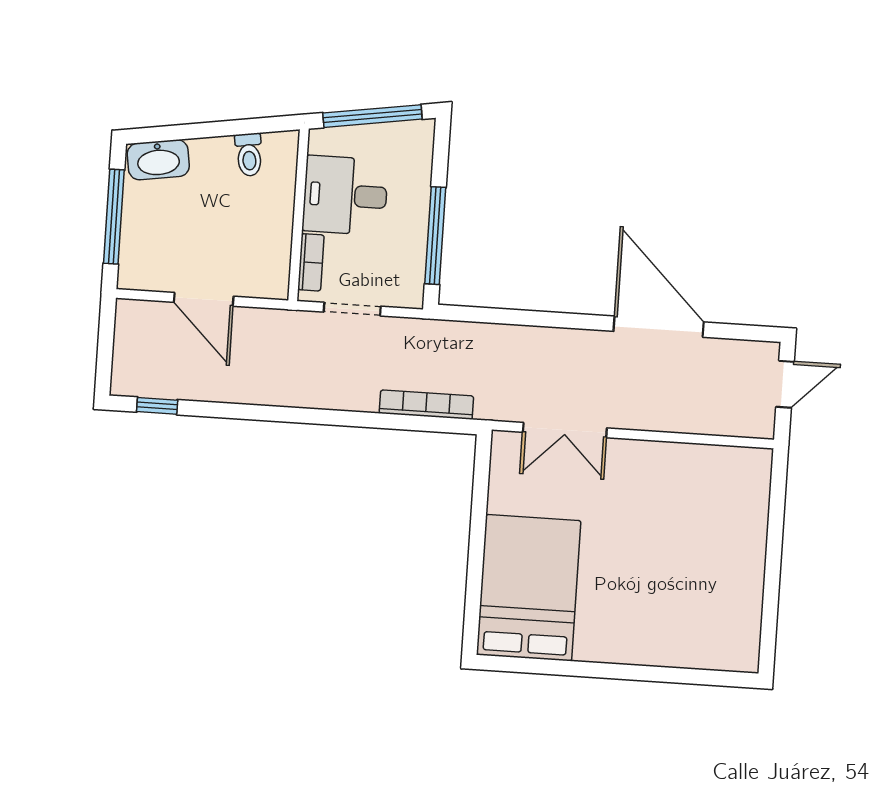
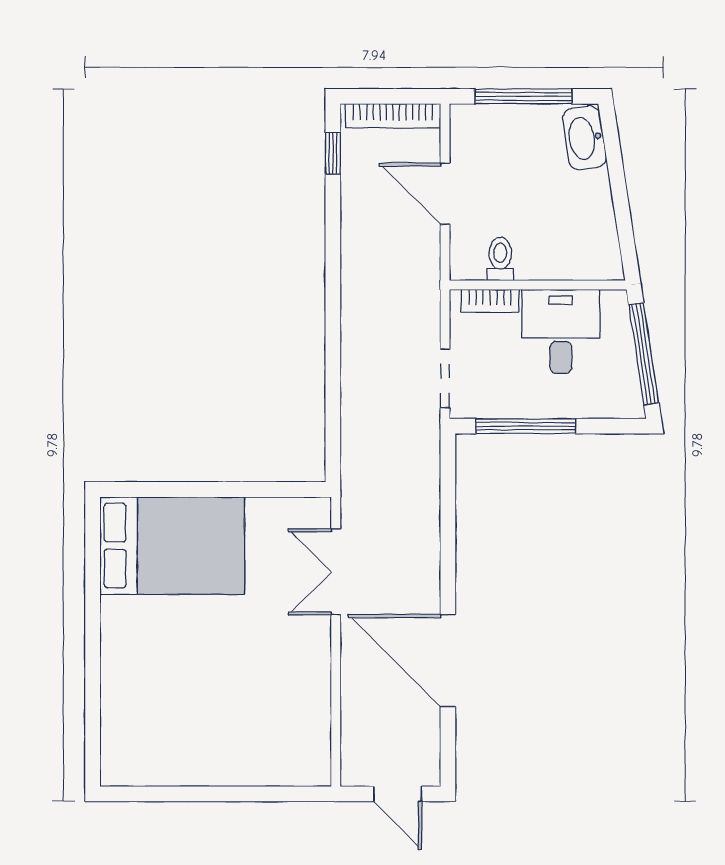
toilet: (249, 155) -> (500, 259), moved, turned 99
door: (204, 299) -> (445, 194), hinge flipped
doorway: (352, 309) -> (445, 378), moved
door: (659, 327) -> (448, 661), swing flipped
bookcase: (426, 405) -> (393, 116), moved, turned 90

